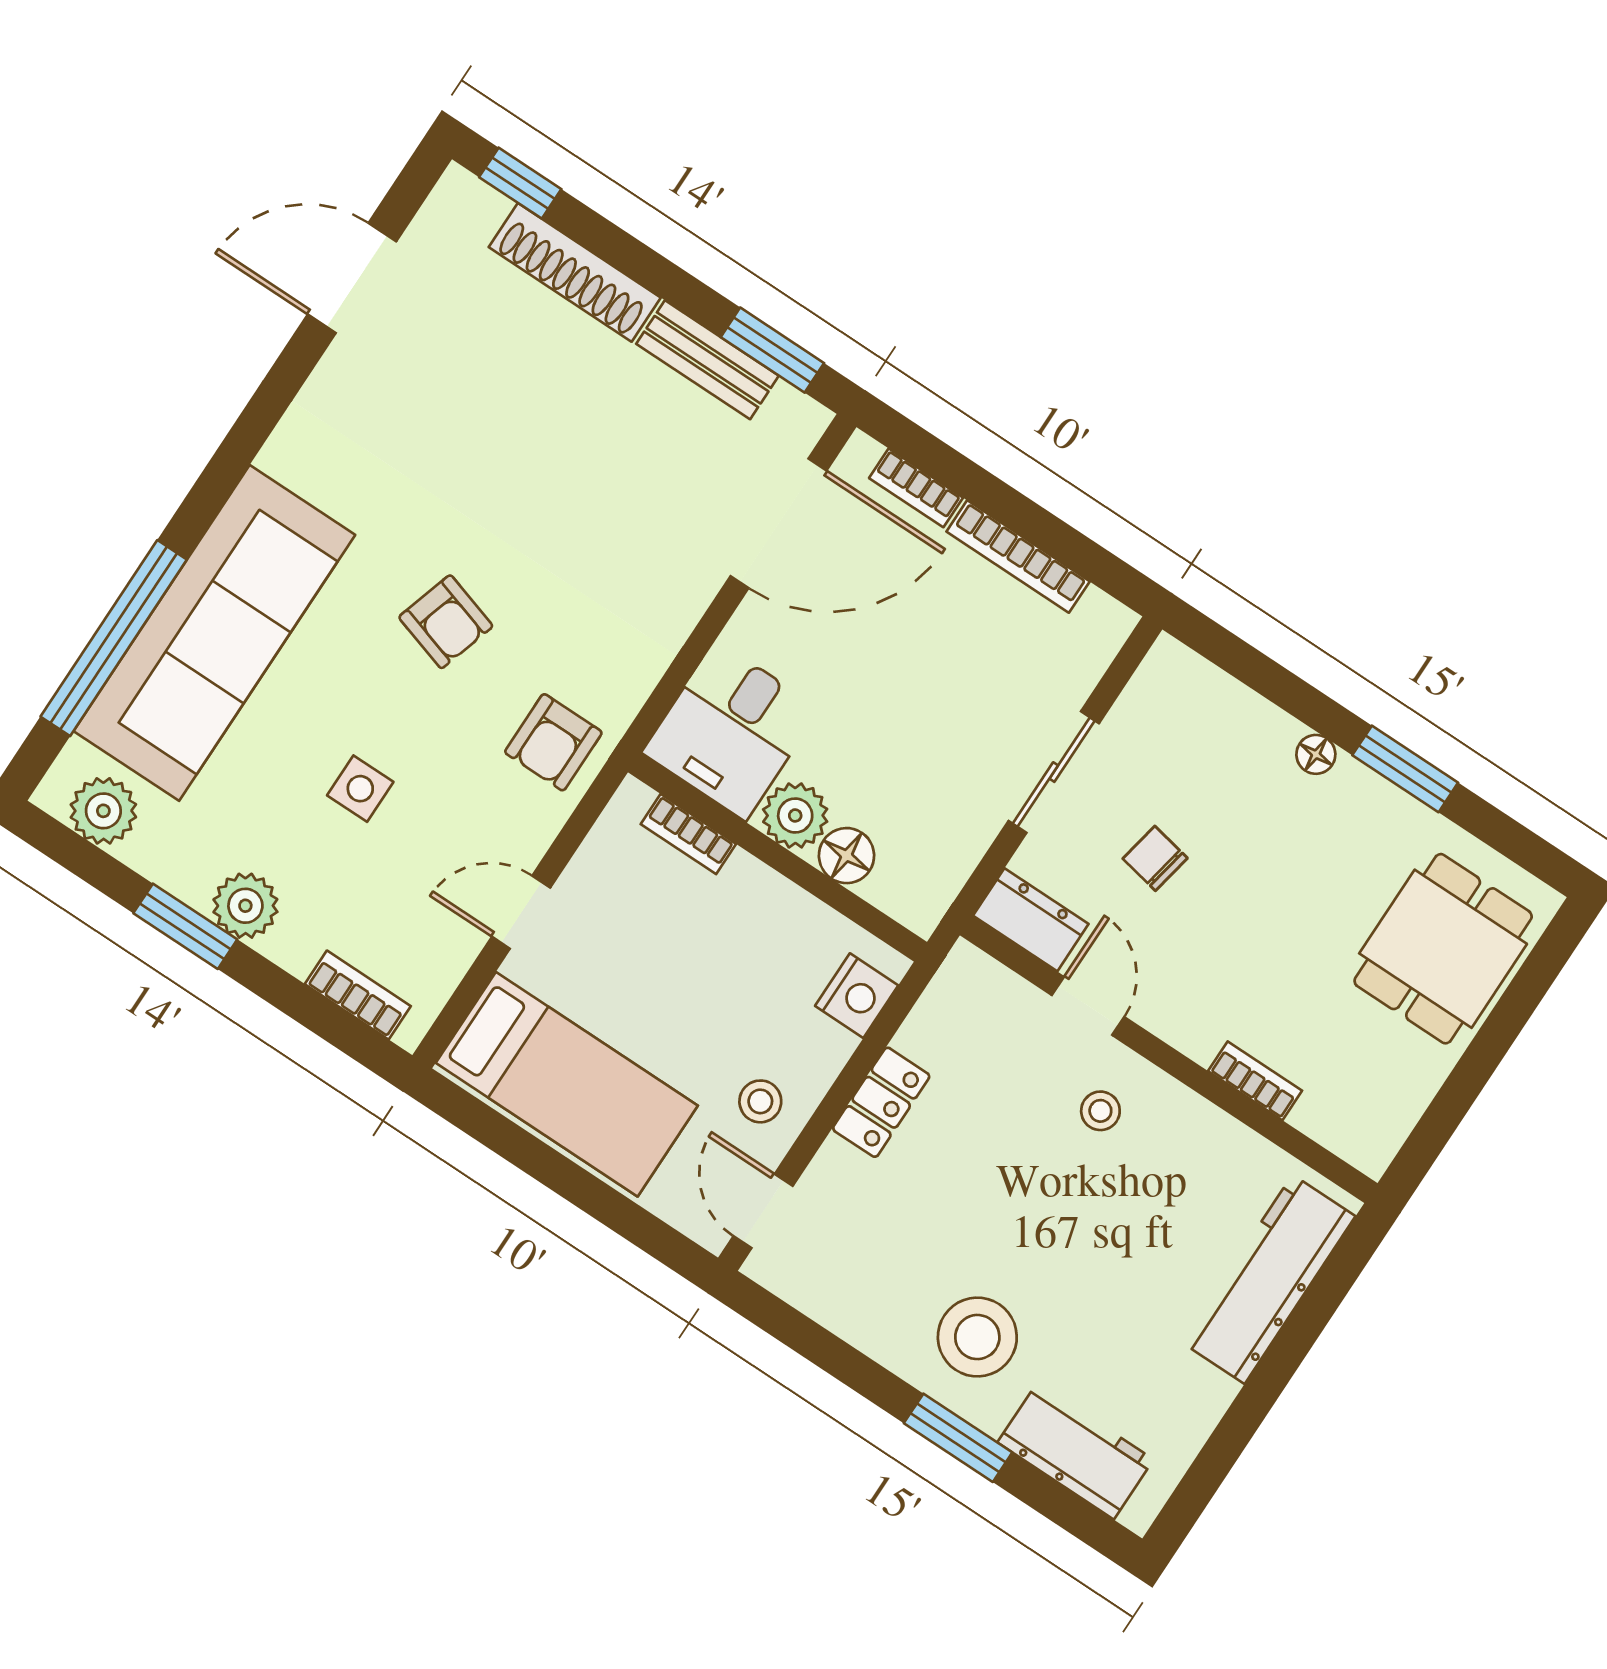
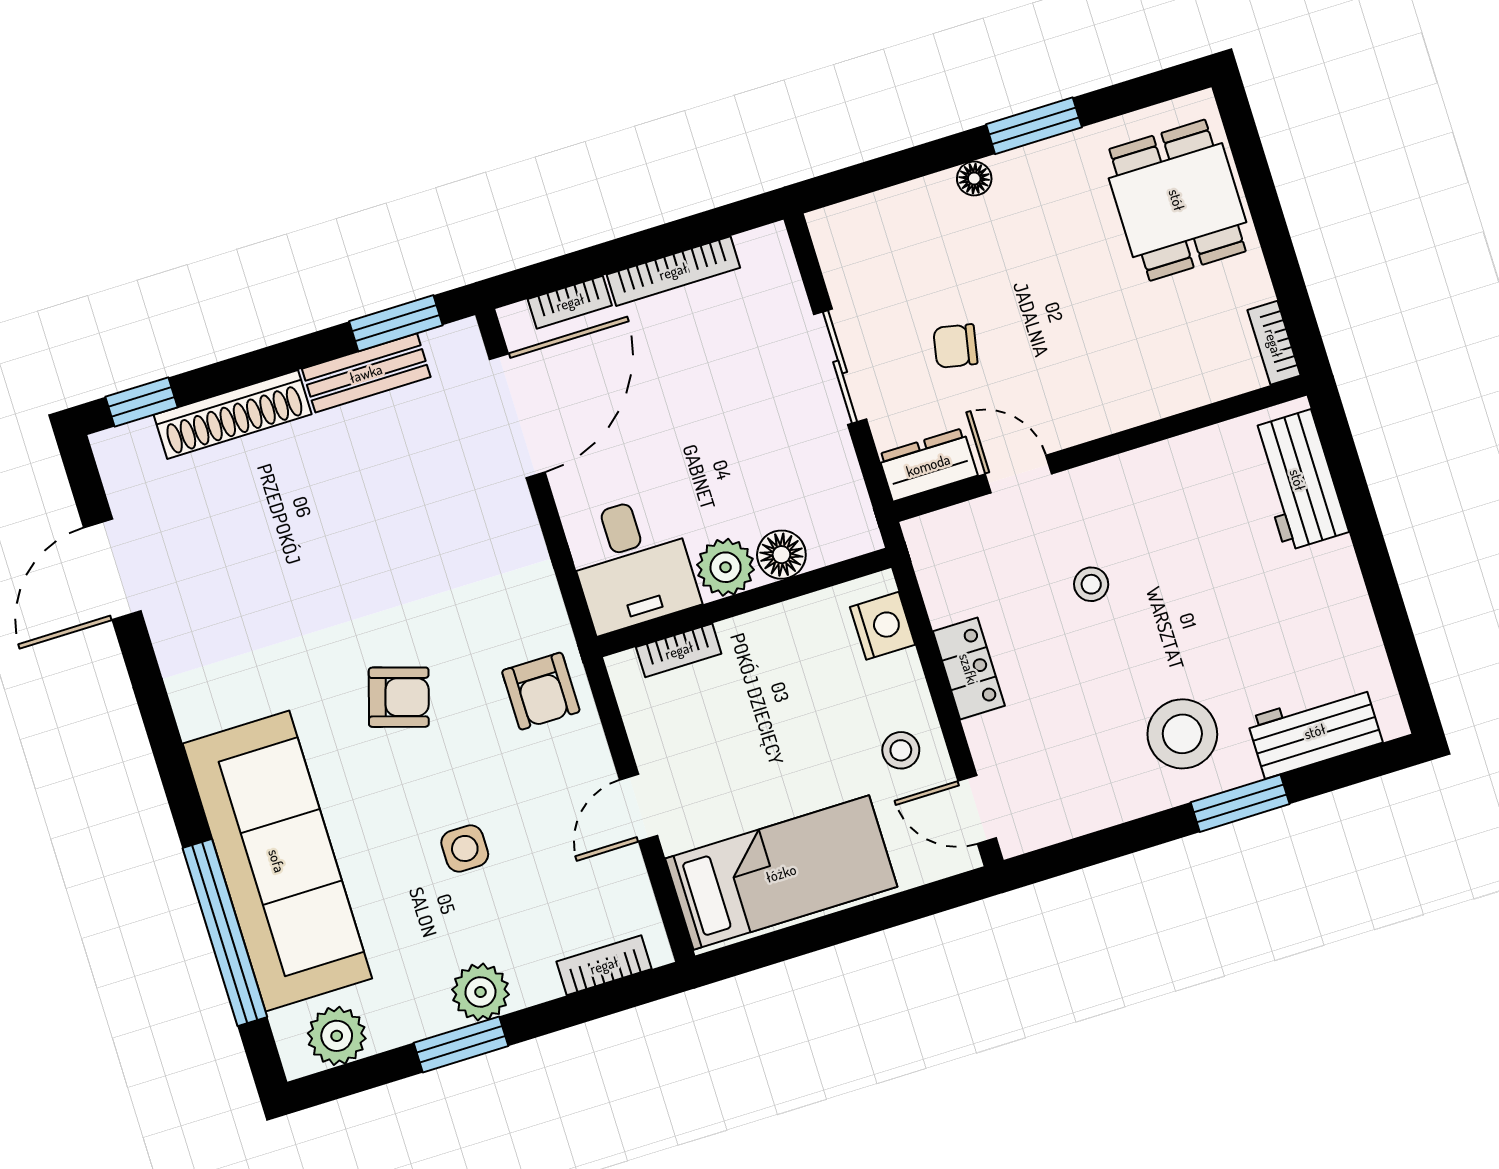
bookcase: (1255, 1081) -> (1274, 343), moved, turned -90
stool: (1100, 1111) -> (1091, 584), moved
workbench: (1269, 1279) -> (1298, 480), width x0.73

